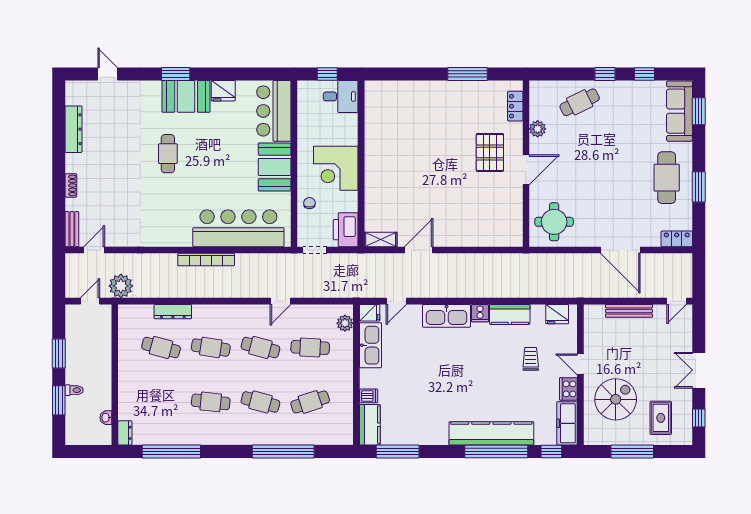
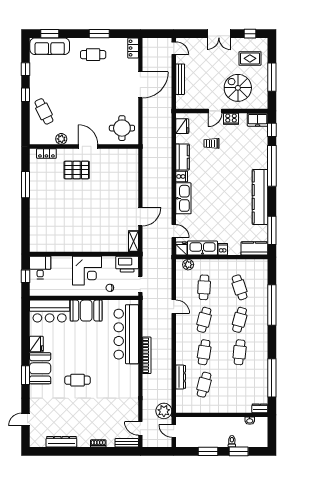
cafe table: (667, 178) -> (93, 55), width x0.73, depth x0.74
door: (419, 250) -> (140, 217), swing flipped
dishwasher: (369, 396) -> (223, 249), moved
freezer: (567, 423) -> (258, 120), width x0.71
kitchen counter: (491, 433) -> (260, 197), moved

